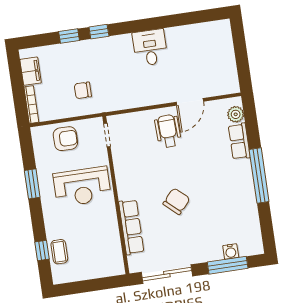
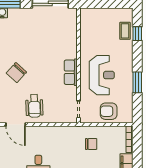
door: (190, 102) -> (16, 124), swing flipped
reception desk: (82, 187) -> (102, 75), turned 90
chair: (176, 201) -> (16, 73), moved
row of seats: (131, 227) -> (71, 72), moved, width x0.68

